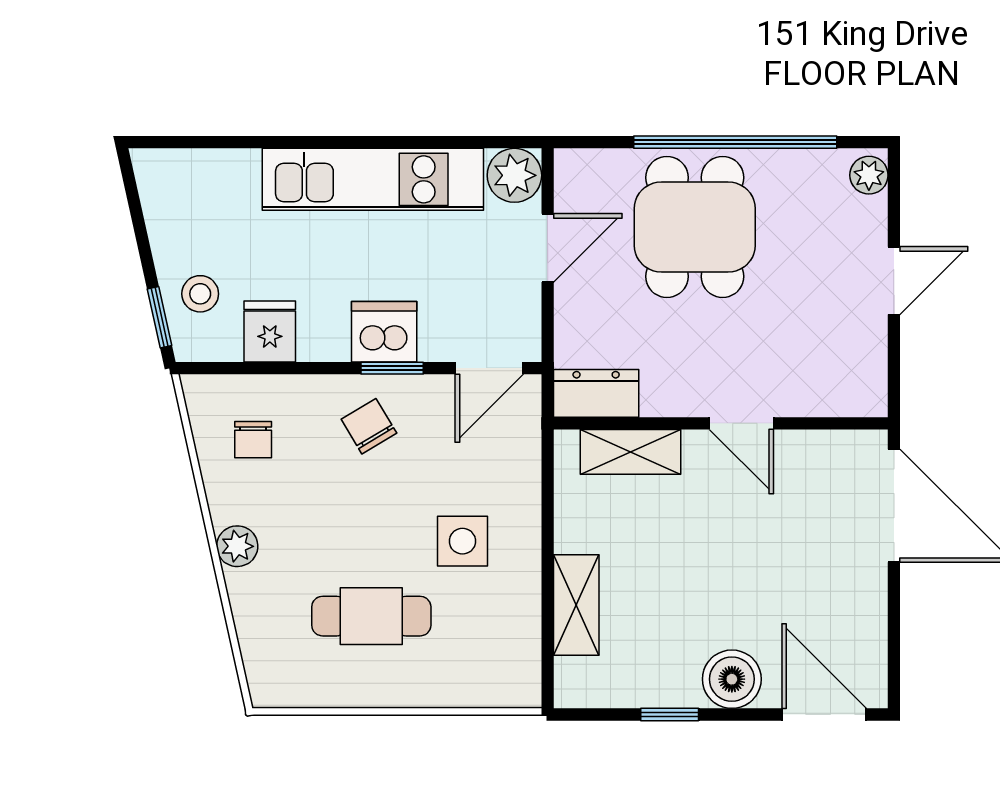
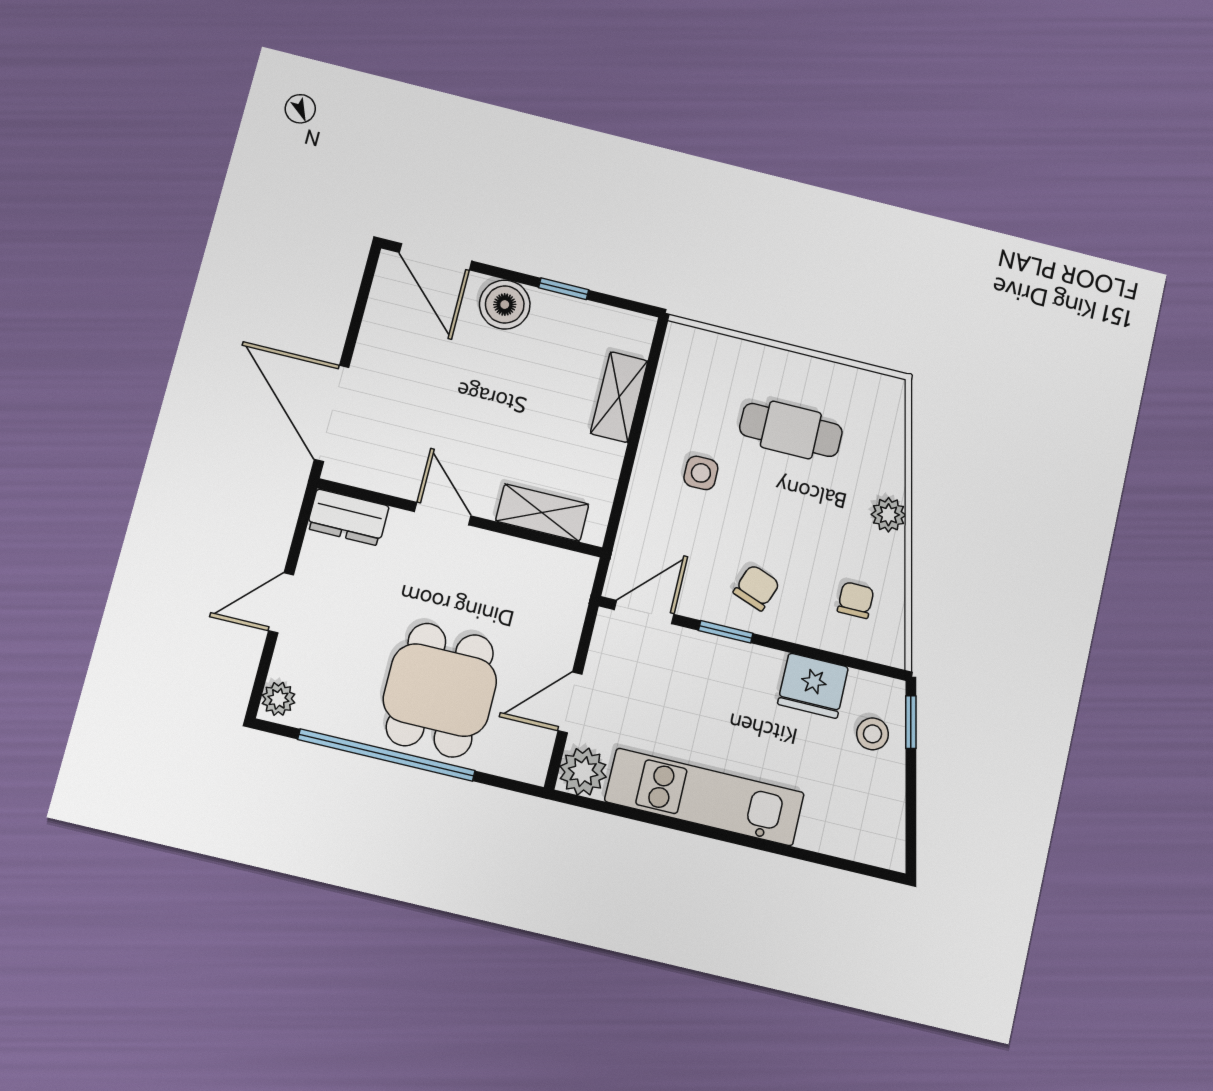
fridge: (270, 332) -> (813, 686), width x1.38
dishwasher: (384, 332) -> (725, 664), removed
dresser: (596, 393) -> (348, 517), moved
chair: (369, 426) -> (756, 588), turned -129
side table: (462, 541) -> (701, 473), width x0.73, depth x0.73

